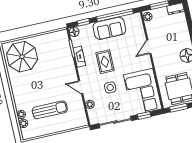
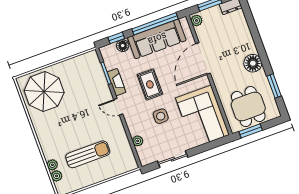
sofa: (109, 28) -> (157, 39), width x1.36
floor lamp: (74, 32) -> (123, 46), moved
door: (149, 47) -> (203, 58), width x1.87
door: (81, 87) -> (118, 107), moved
window: (144, 116) -> (208, 146), removed
sliding door: (115, 122) -> (173, 159), width x0.73

